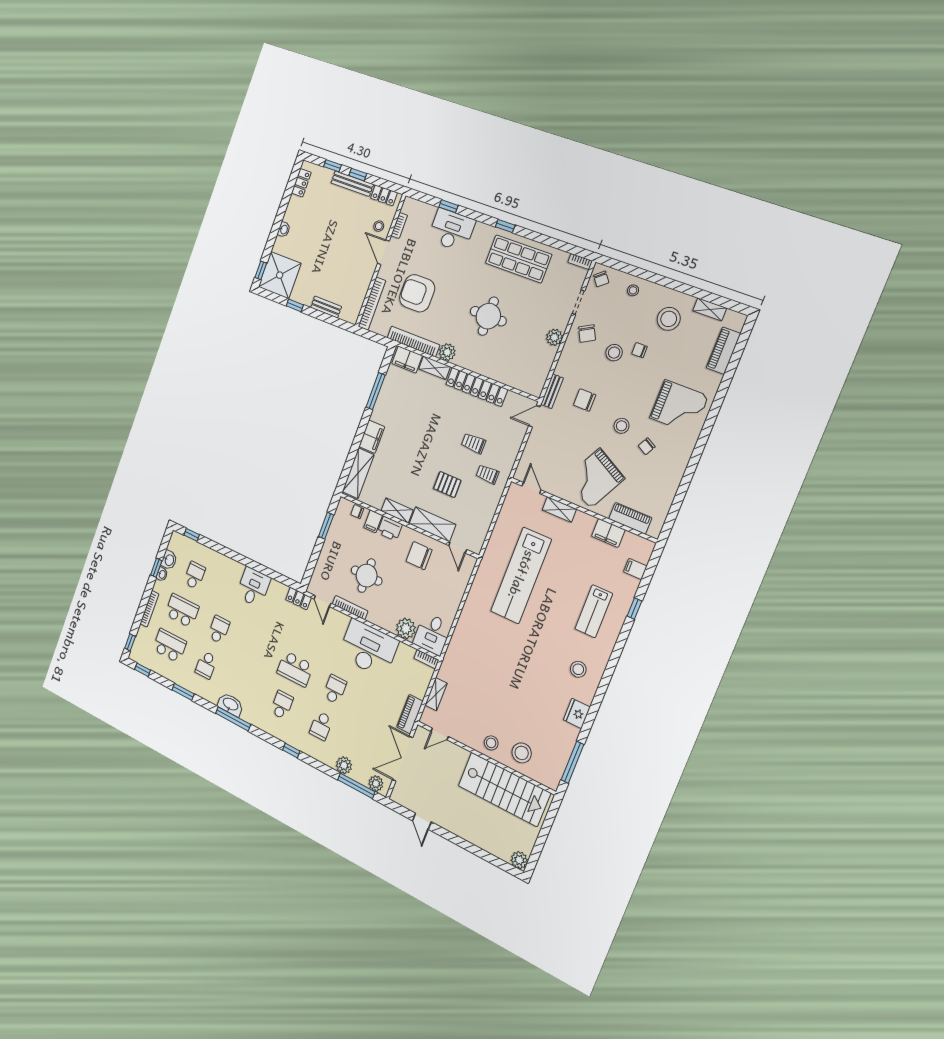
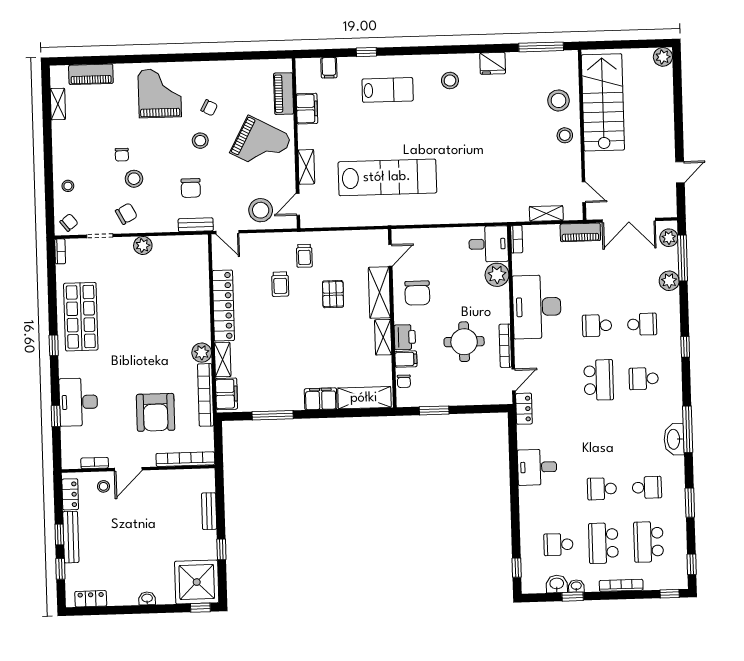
round table: (488, 316) -> (149, 324), removed
stool: (669, 319) -> (261, 210), moved

